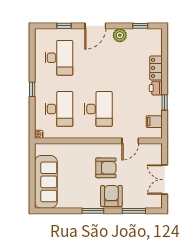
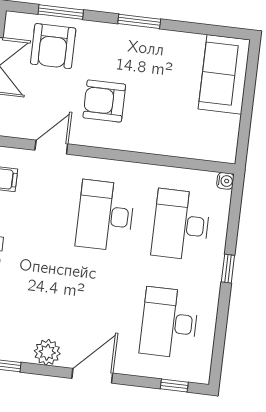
window: (64, 26) -> (174, 386), moved
sofa: (46, 182) -> (224, 74), width x0.73
armchair: (111, 196) -> (53, 46), moved

